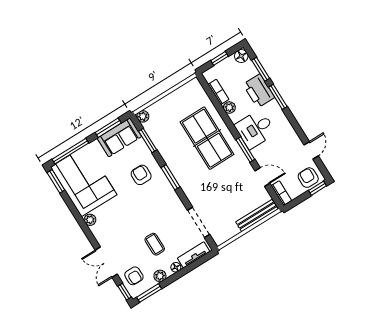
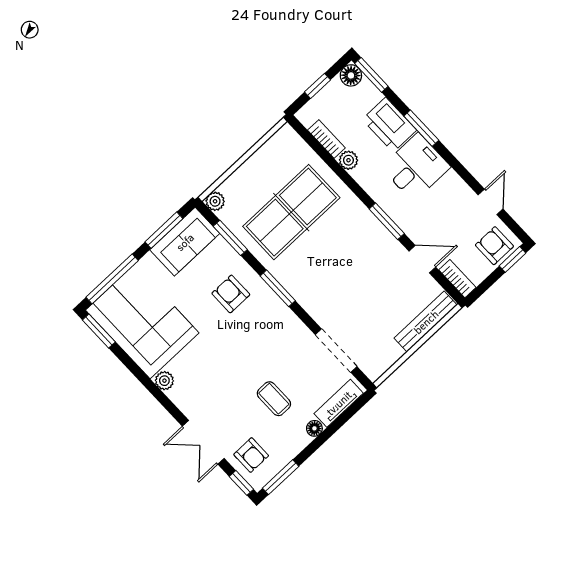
window: (261, 69) -> (371, 75), moved
desk: (255, 129) -> (416, 167), moved, turned 180
table tennis table: (207, 138) -> (291, 212), moved, turned 90
plant: (160, 276) -> (292, 447), removed

